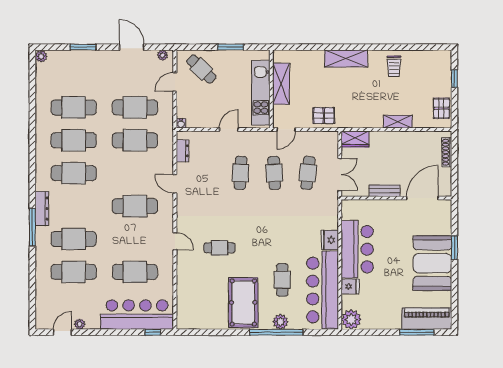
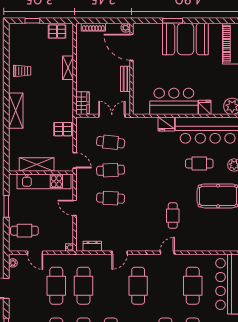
cafe table: (201, 69) -> (24, 231), turned 46
pallet: (324, 116) -> (63, 129), turned 90
plant: (446, 191) -> (126, 28), added

